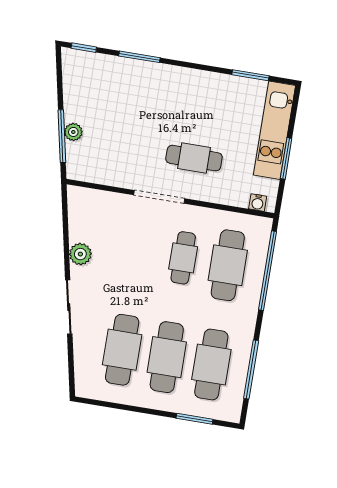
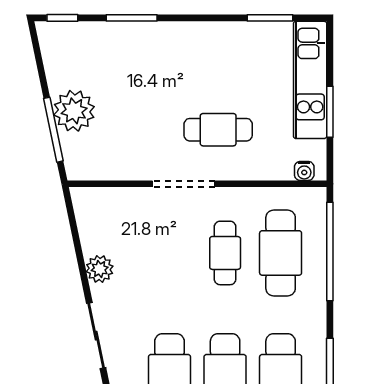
plant: (73, 132) -> (74, 111), width x1.87, depth x1.87

